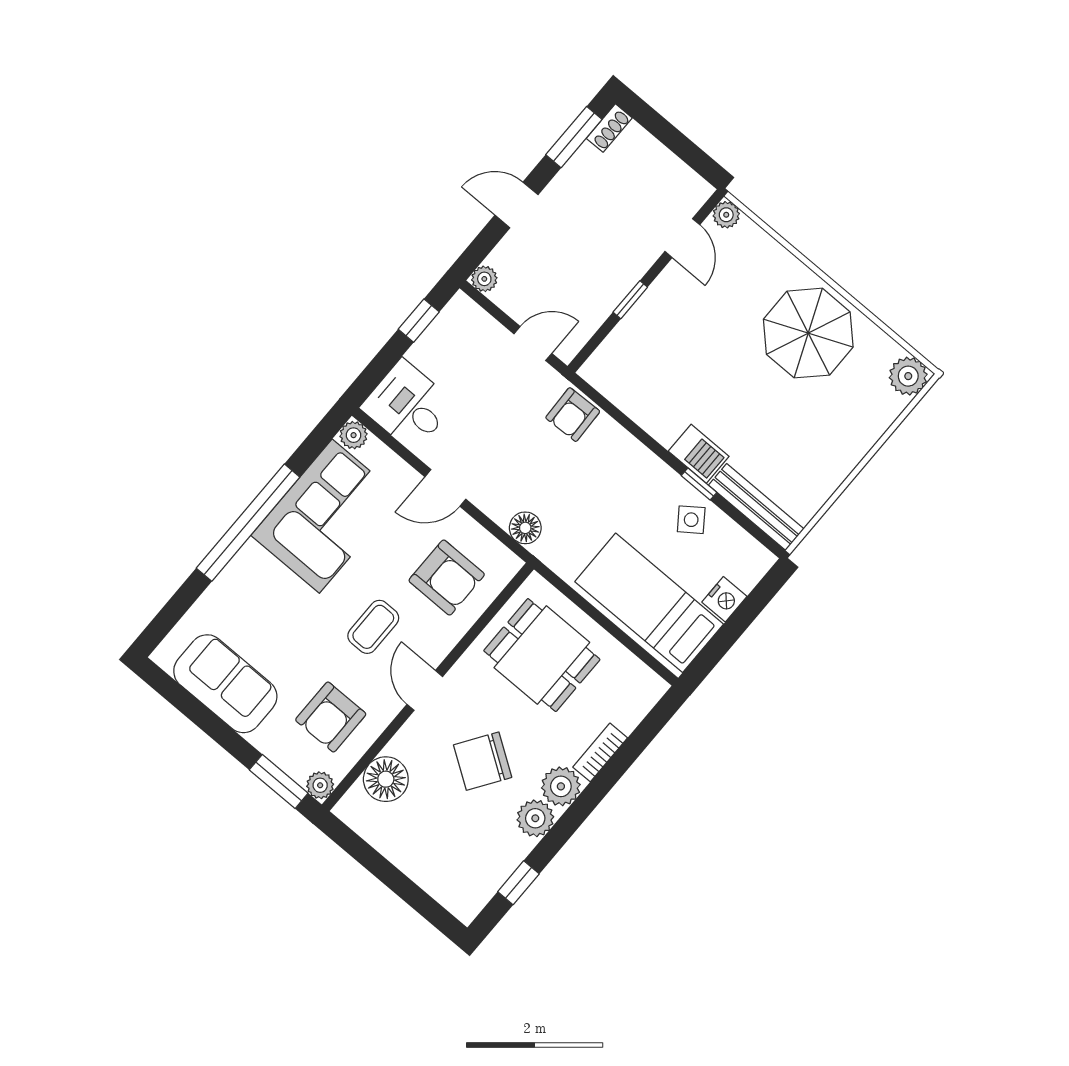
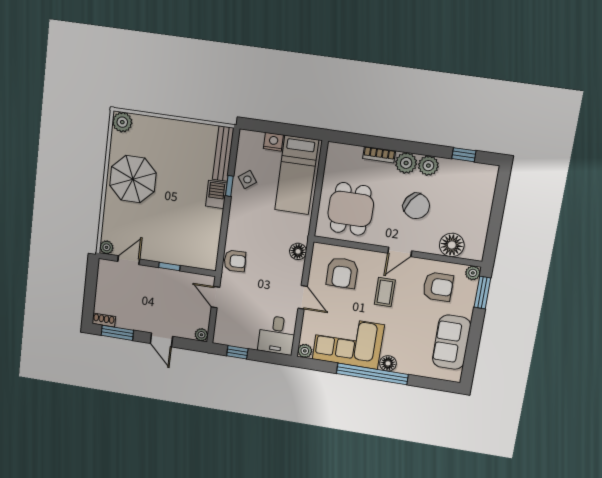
floor lamp: (251, 559) -> (388, 363), added
armchair: (447, 578) -> (342, 273), turned 180
coffee table: (373, 627) -> (385, 292), turned 90

